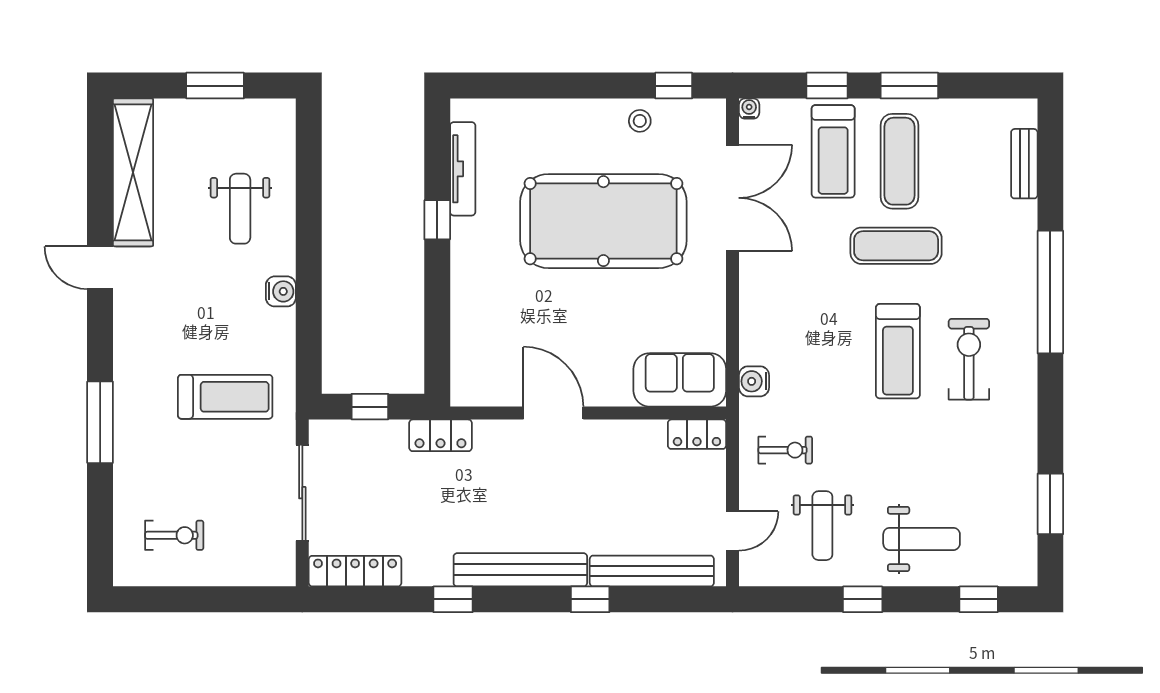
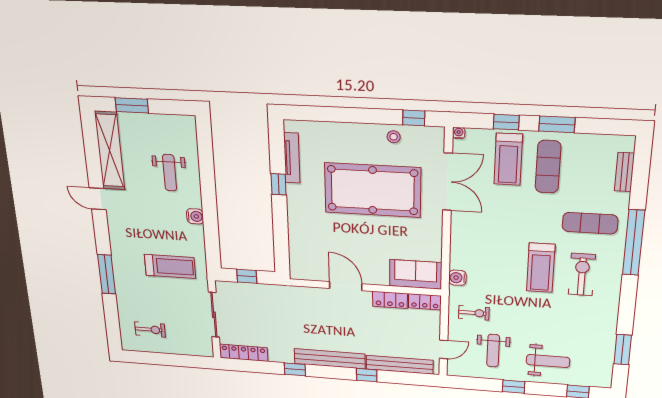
window: (215, 86) -> (132, 105), moved
exercise mat: (896, 246) -> (590, 223), moved
locker: (440, 435) -> (390, 300), moved

